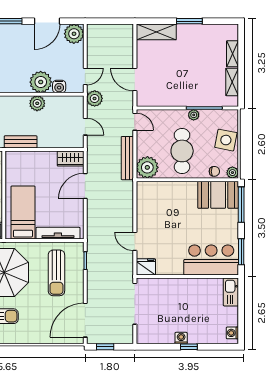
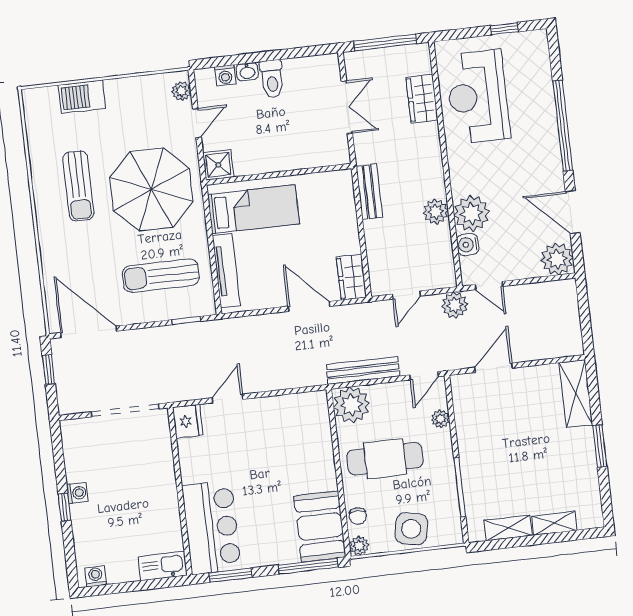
plant: (194, 115) -> (440, 419), moved

